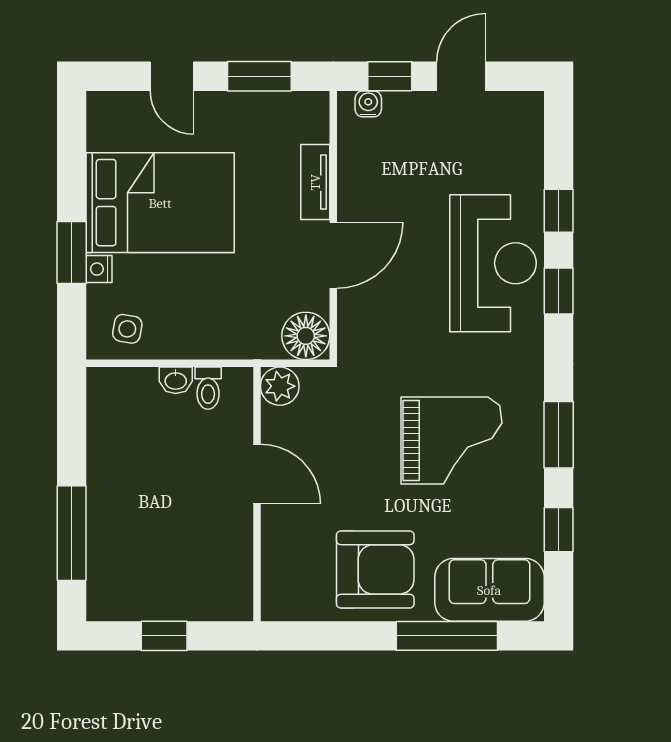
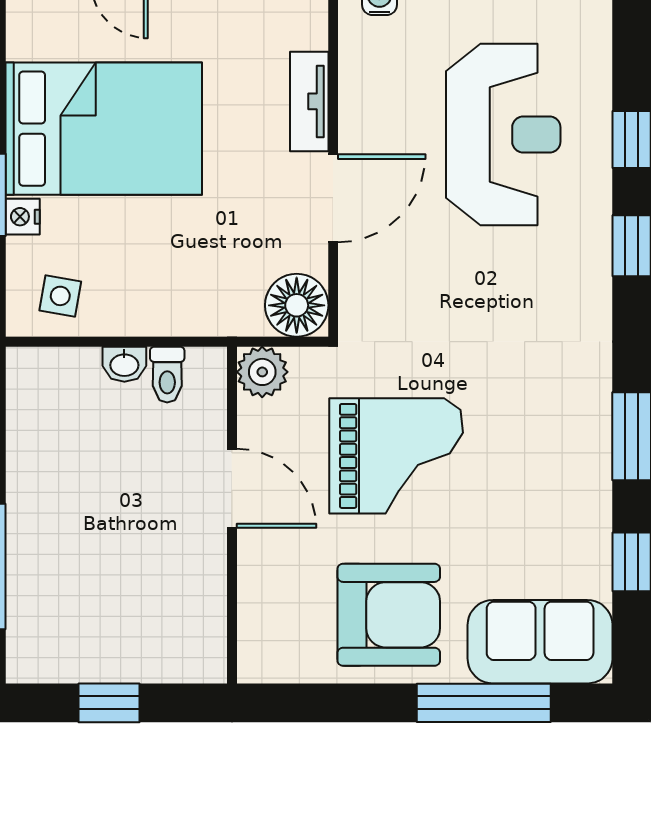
reception desk: (493, 263) -> (503, 135), moved
grand piano: (451, 440) -> (396, 456), moved

